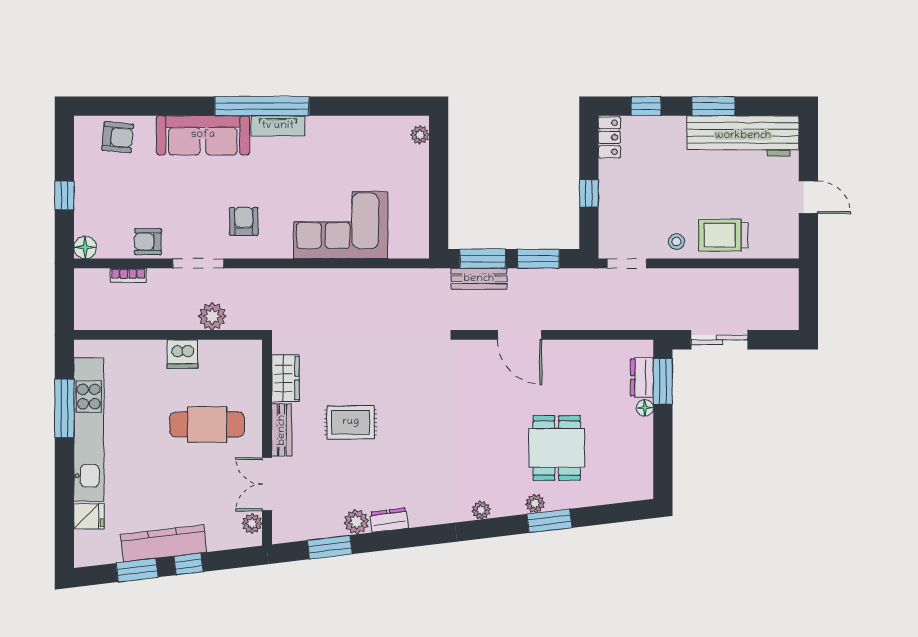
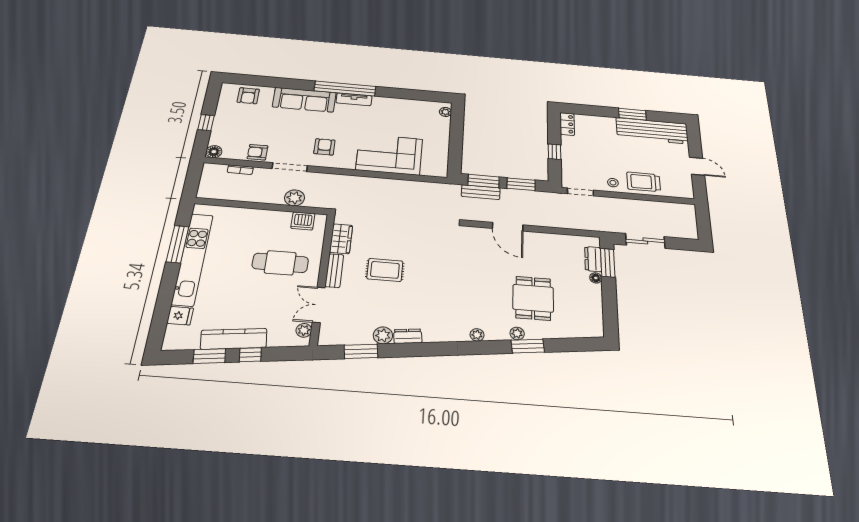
window: (646, 106) -> (590, 110), removed
armchair: (118, 137) -> (248, 96), turned 85
dishwasher: (182, 354) -> (303, 221), moved

